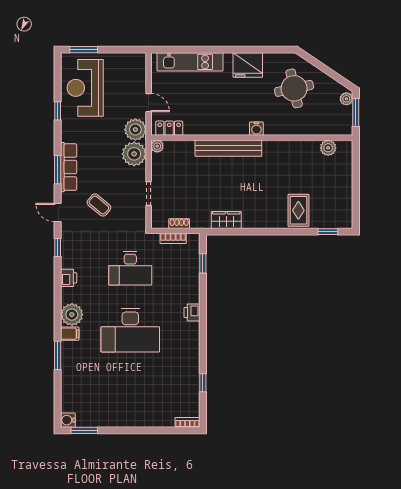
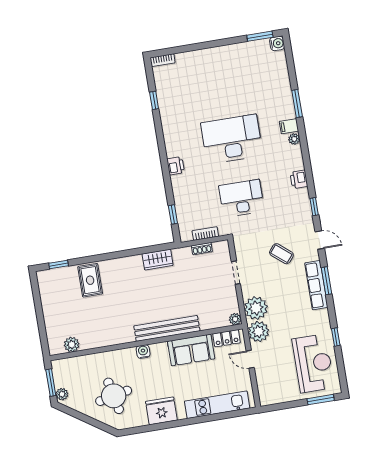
sofa: (207, 122) -> (191, 350), added
plant: (72, 315) -> (294, 139), width x0.53, depth x0.53

